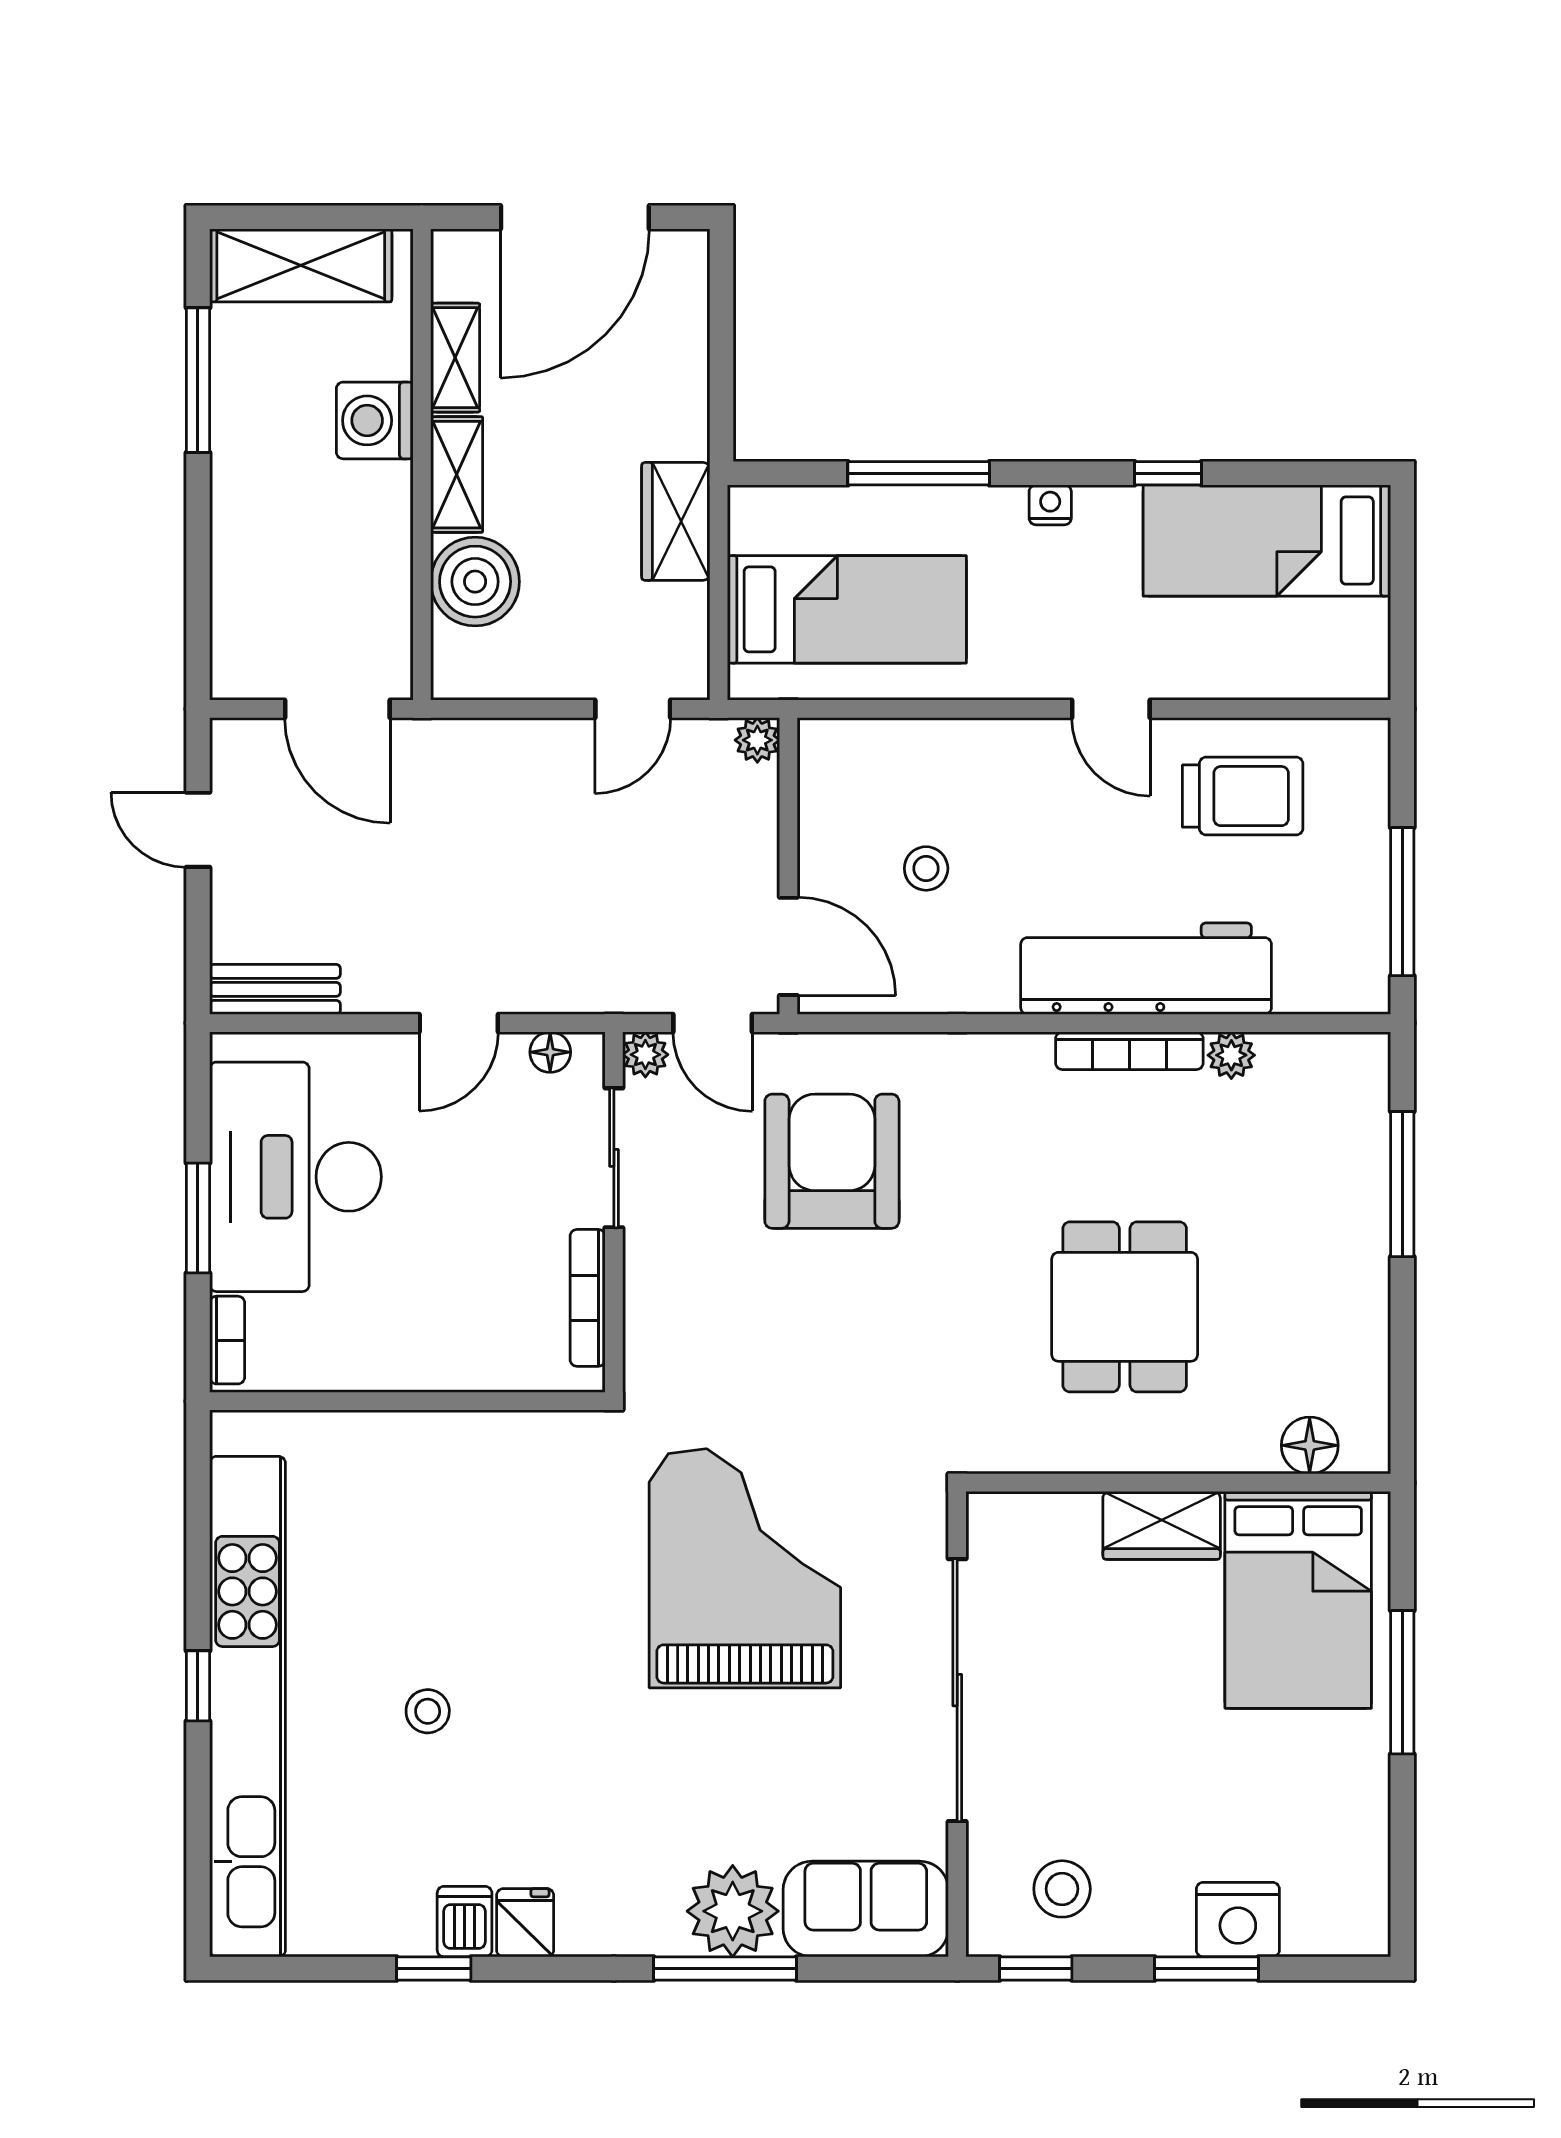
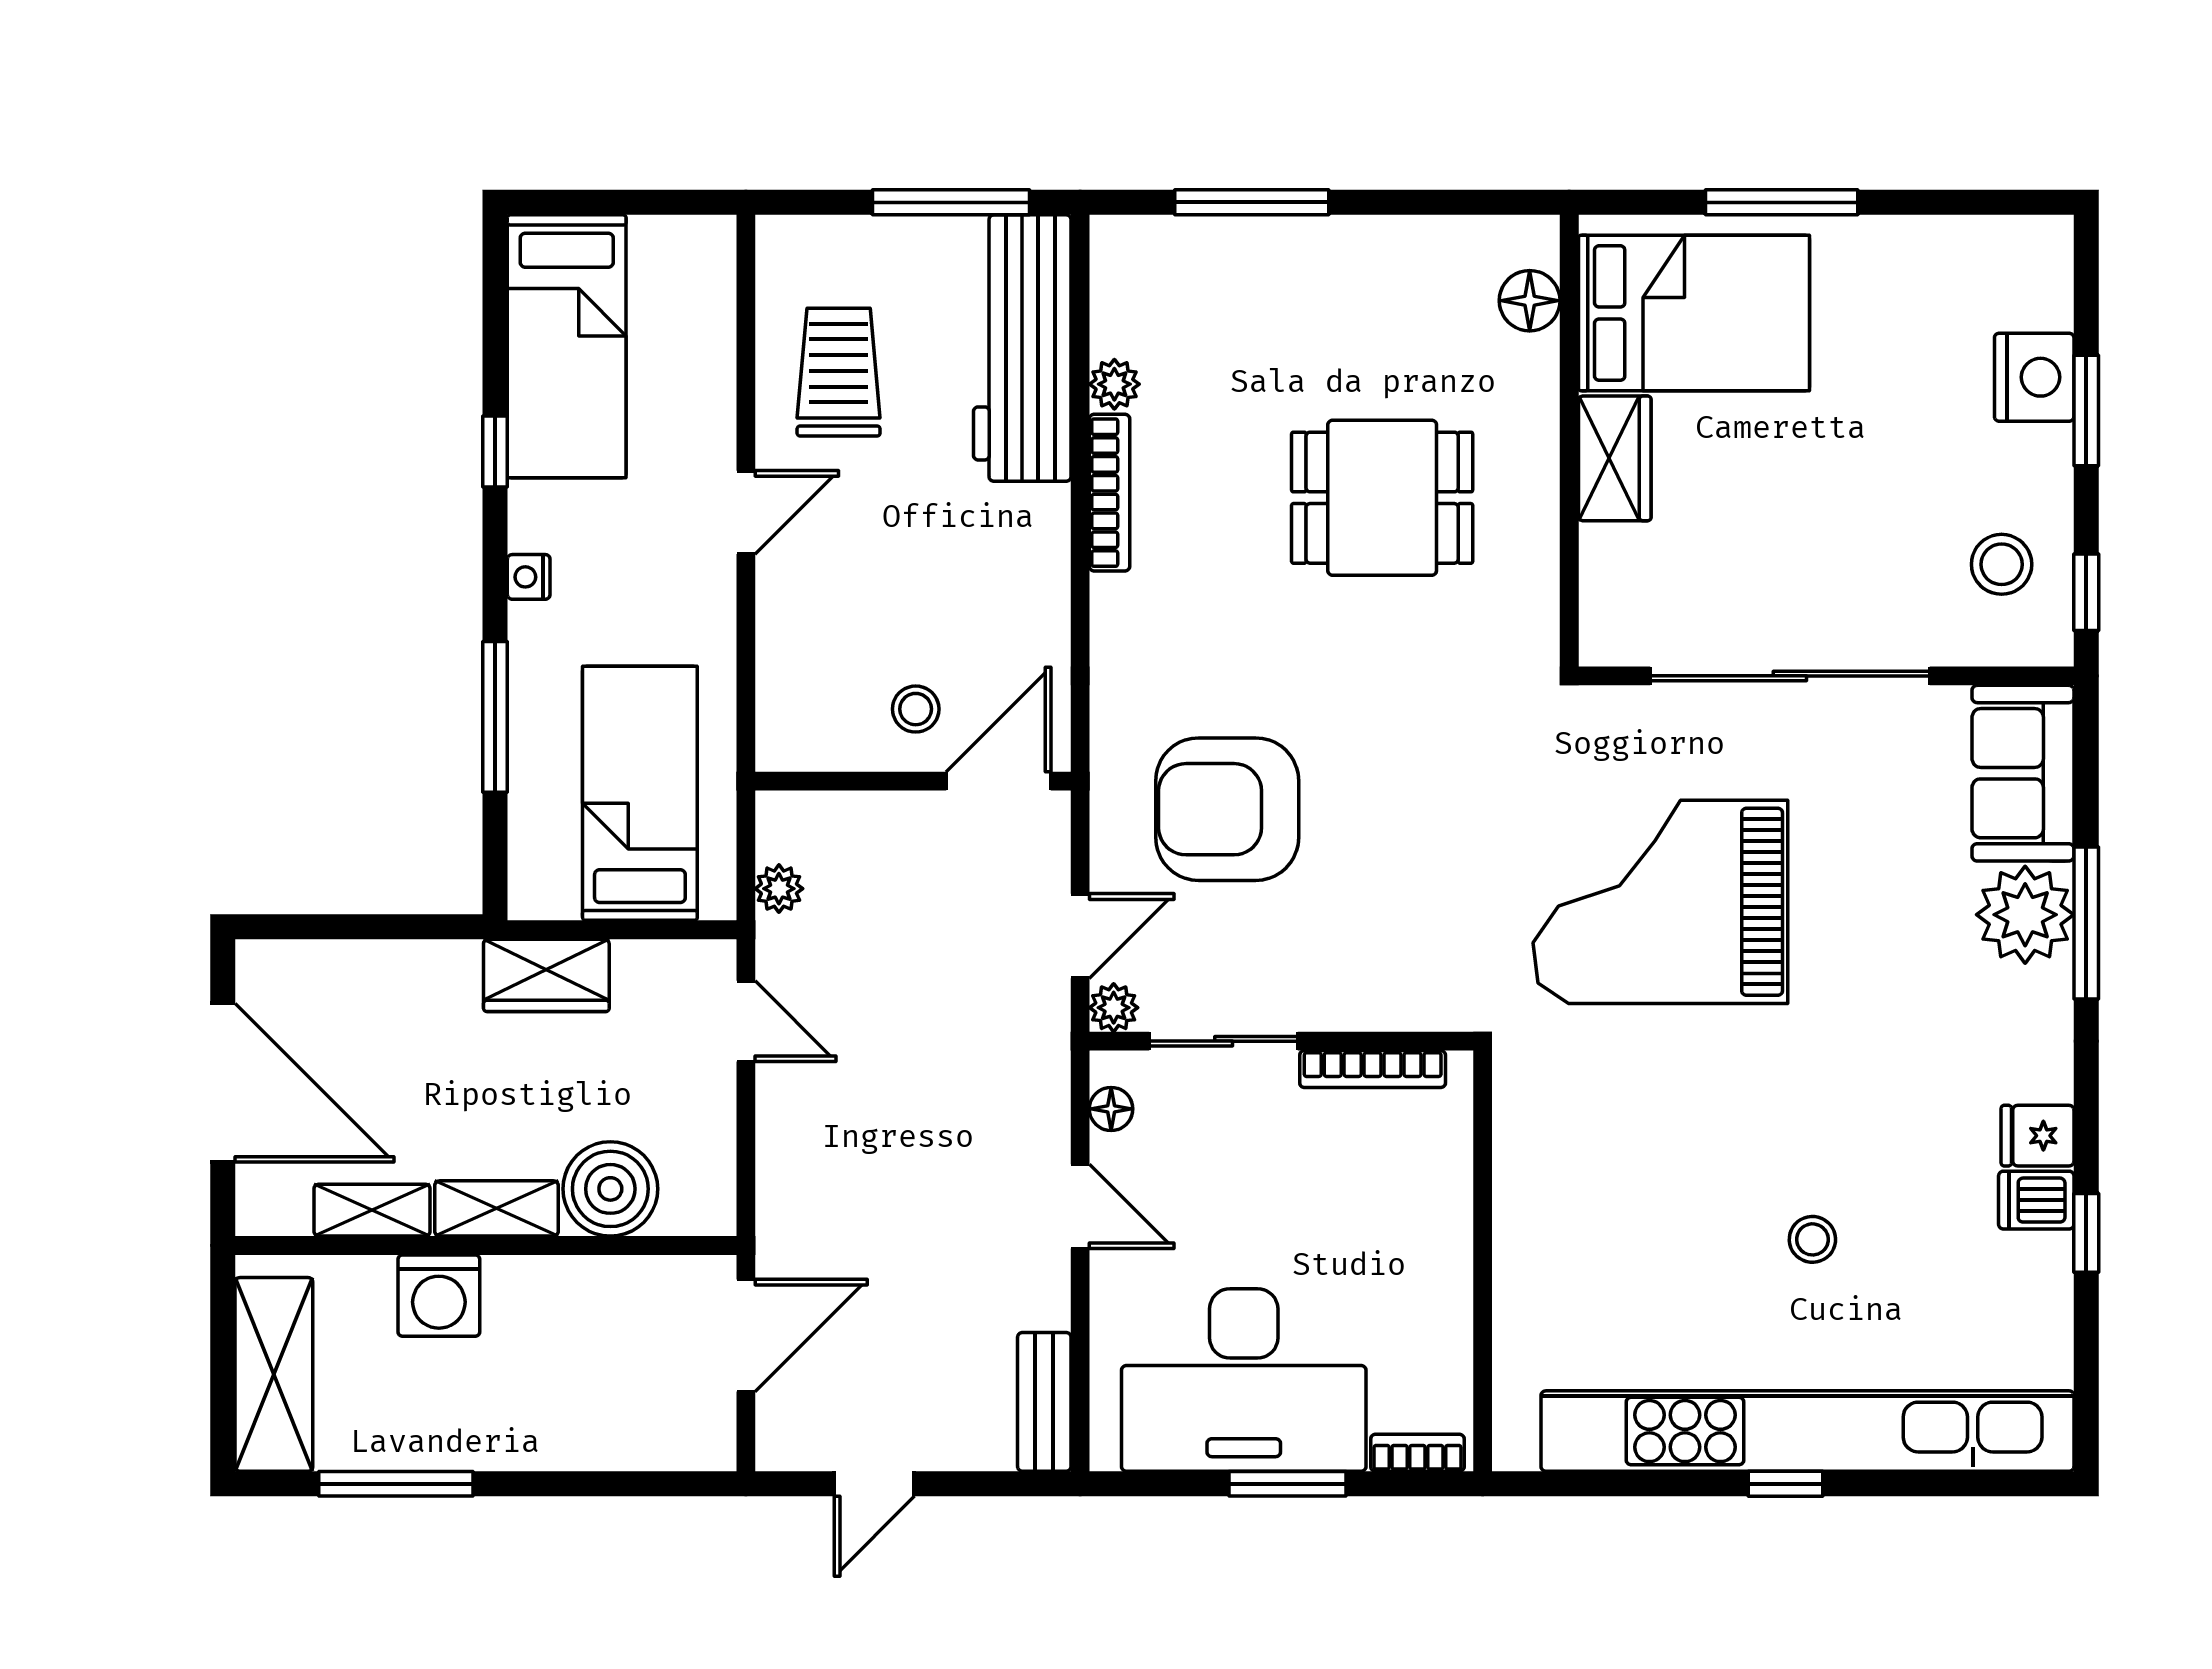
wall: (788, 866) -> (913, 781), moved
door: (788, 946) -> (998, 781), moved
workbench: (1146, 969) -> (1022, 348), moved

